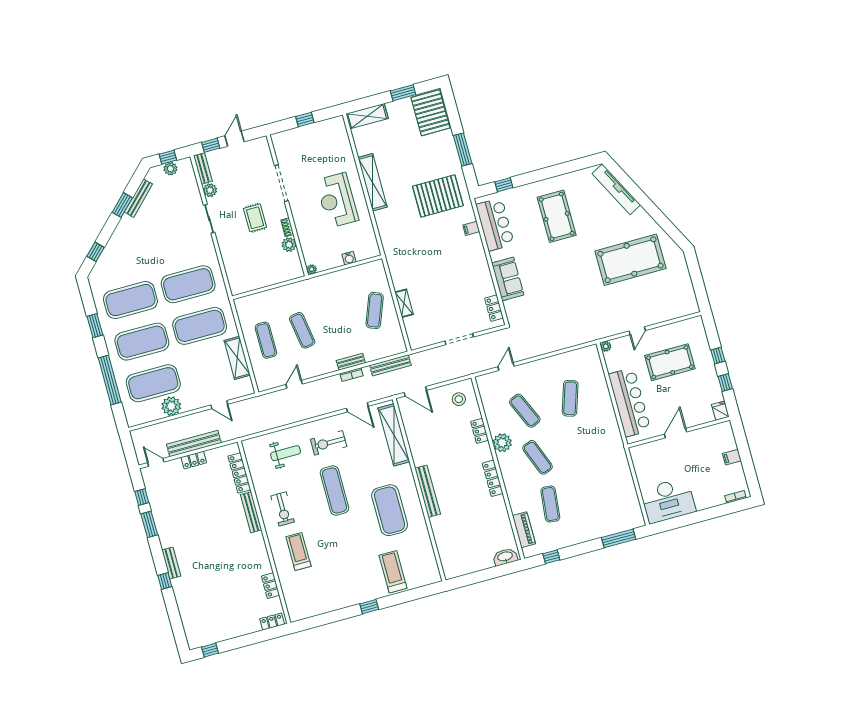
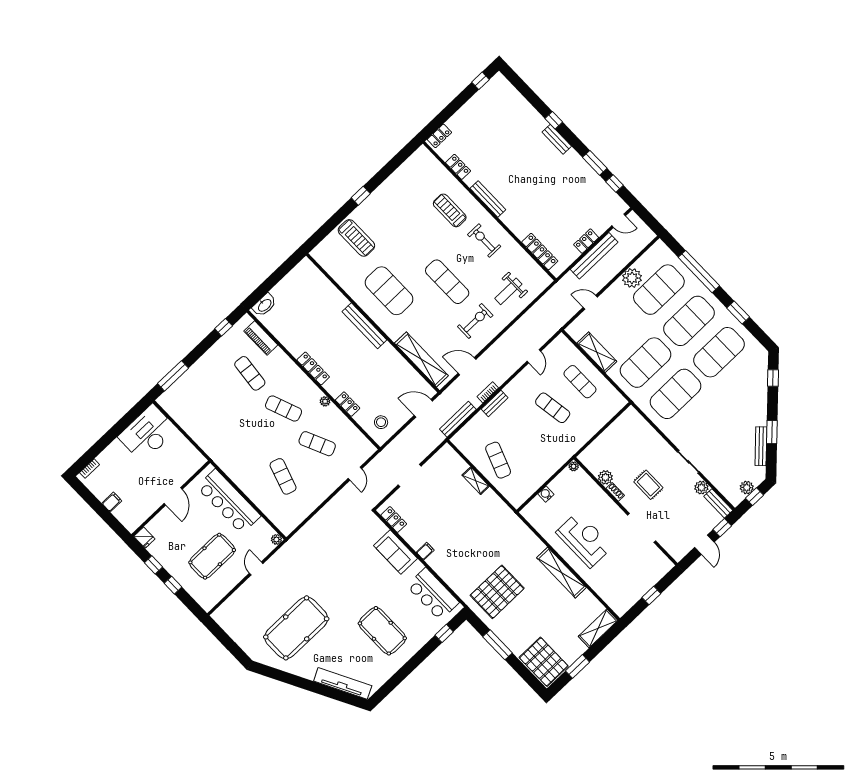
filing cabinet: (471, 228) -> (425, 551), moved
plant: (502, 443) -> (325, 401), width x0.53, depth x0.53
bench: (251, 512) -> (488, 199), moved
treadmill: (298, 552) -> (450, 210), turned 180

